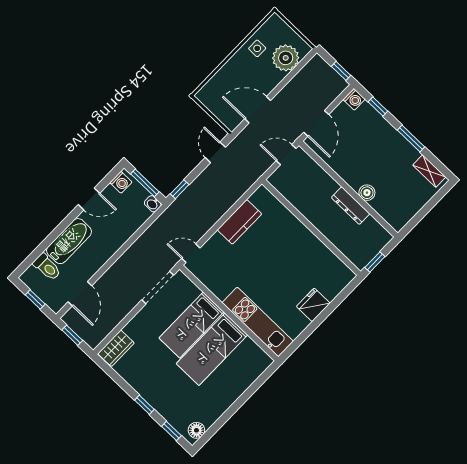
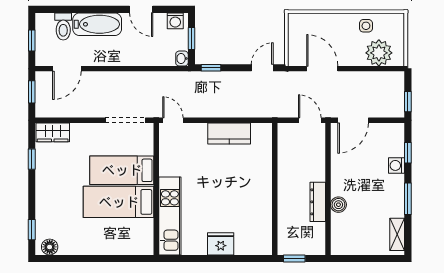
washing machine: (354, 99) -> (397, 165), moved, turned 90
window: (145, 183) -> (191, 38), width x0.67
window: (144, 405) -> (32, 159), moved

